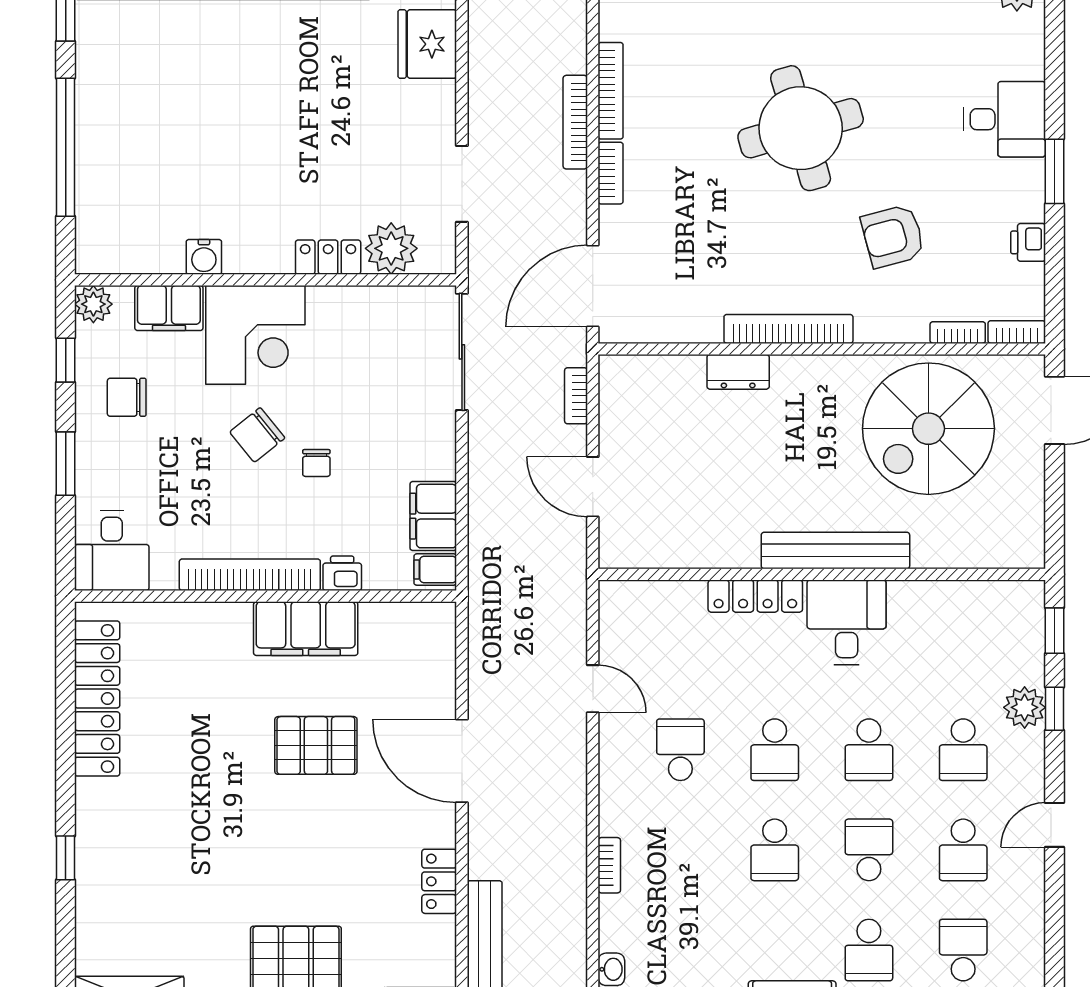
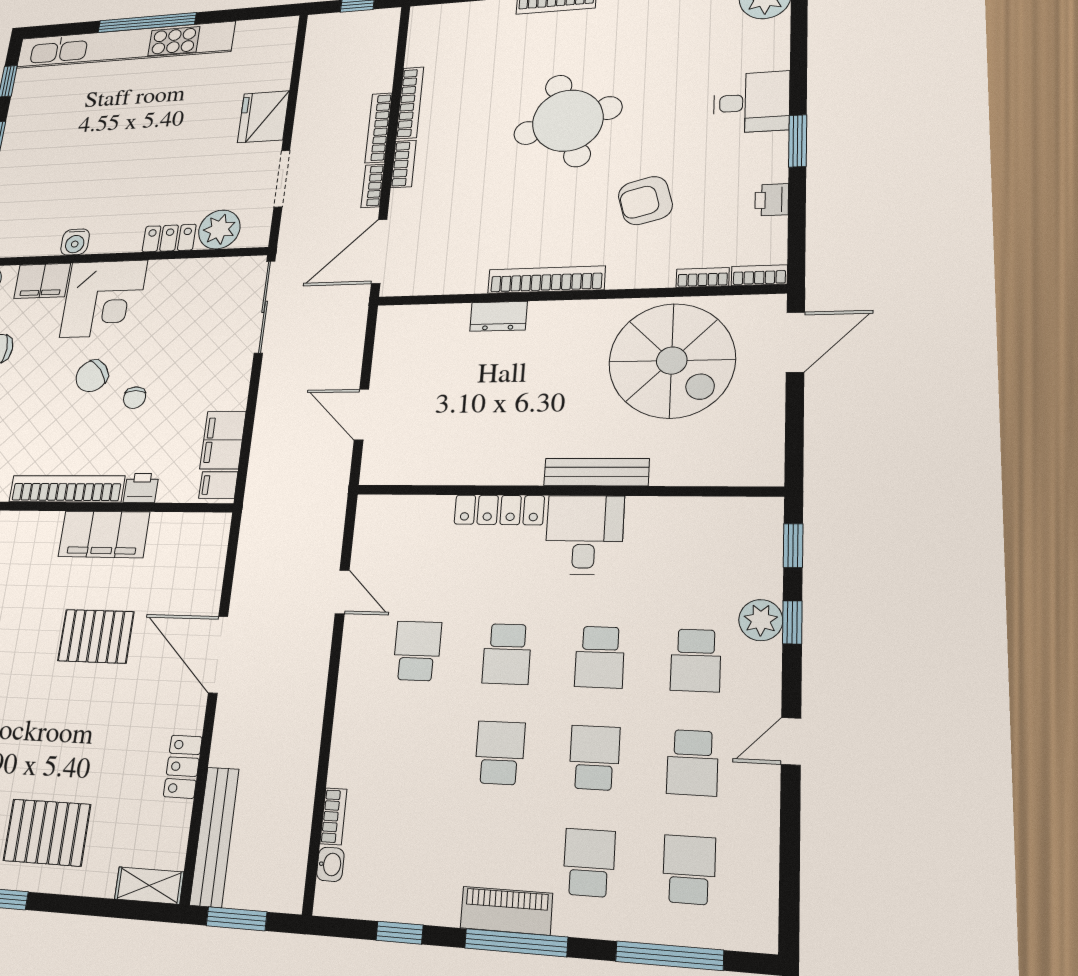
fridge: (427, 44) -> (263, 117), moved
bookcase: (576, 396) -> (373, 186), moved
spiral stairs: (928, 429) -> (672, 361), turned -90
bench: (835, 551) -> (596, 472), width x0.73, depth x0.82
school desk: (775, 850) -> (500, 753), turned 180
bookcase: (609, 865) -> (333, 816), moved
school desk: (869, 950) -> (589, 863), turned 180

